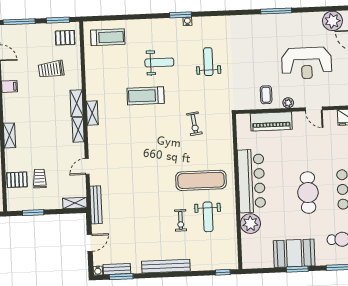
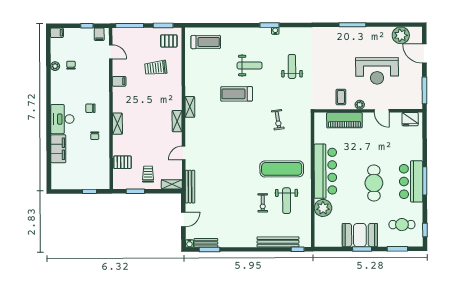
shelving: (77, 103) -> (177, 98), removed
trolley: (40, 179) -> (148, 174), moved
bench: (166, 266) -> (278, 242), moved

